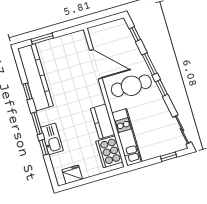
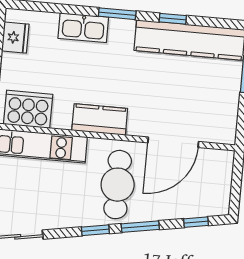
kitchen counter: (103, 122) -> (100, 119), moved
window: (44, 147) -> (75, 10), removed

